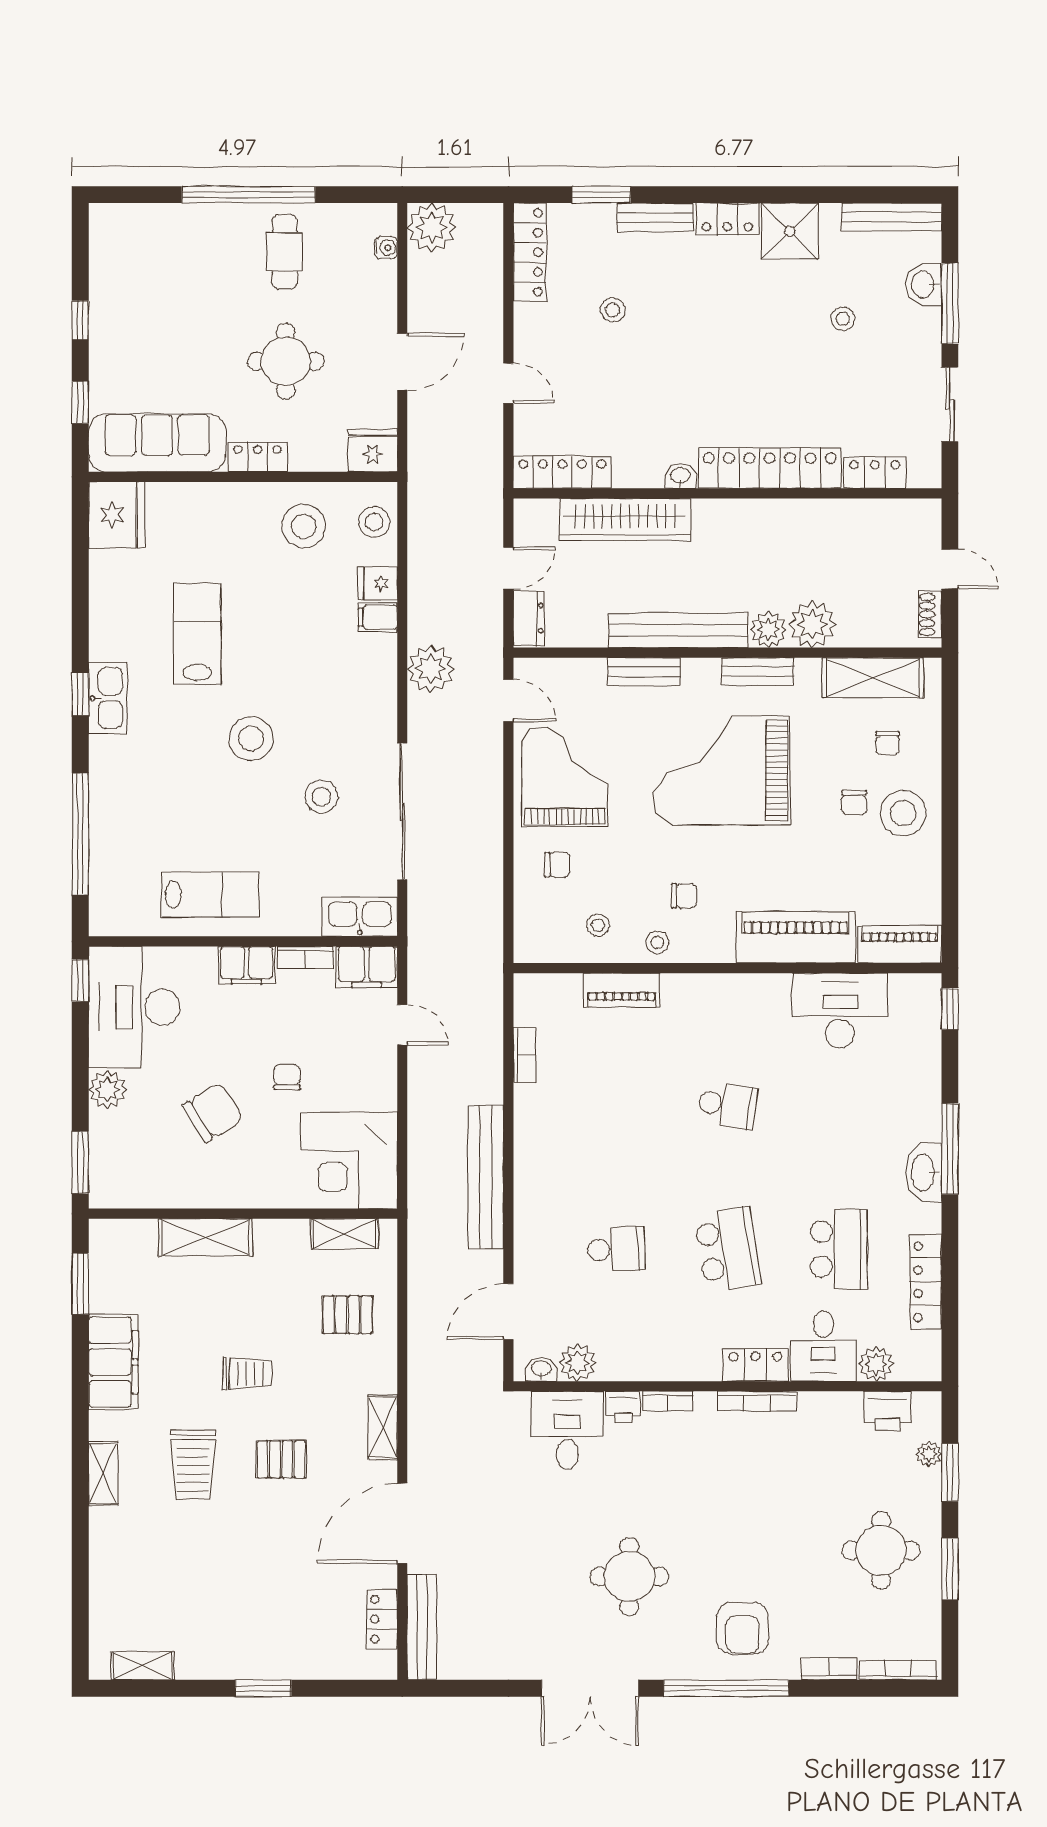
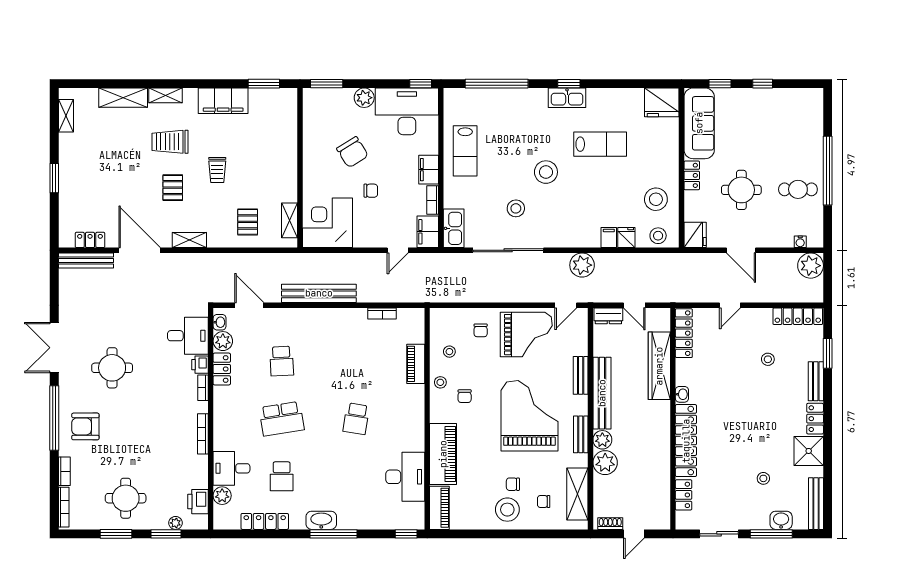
shelving: (206, 1237) -> (123, 98), moved, turned 90
school desk: (839, 1249) -> (282, 476), width x0.54
locker: (755, 1365) -> (222, 369), moved

